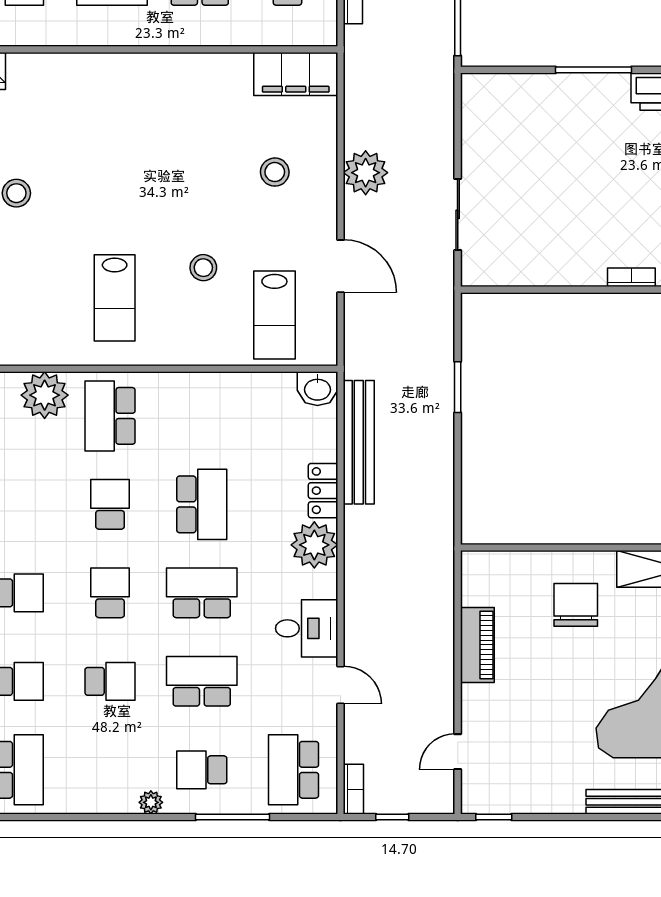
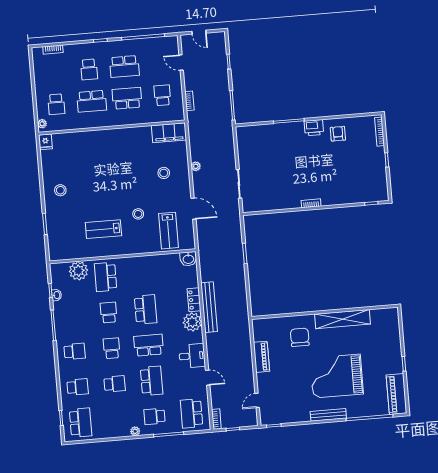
plant: (366, 173) -> (196, 166), width x0.53, depth x0.53
lab bench: (115, 298) -> (103, 229), turned 90
bench: (359, 442) -> (209, 307), moved
school desk: (202, 681) -> (152, 381), turned 90

